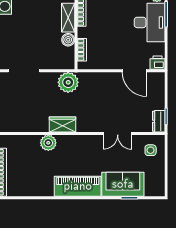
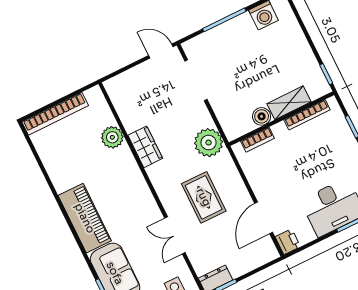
rug: (102, 103) -> (204, 197), added
wardrobe: (63, 125) -> (145, 147), moved
plant: (48, 143) -> (112, 137), moved

